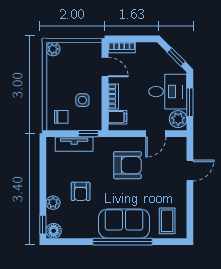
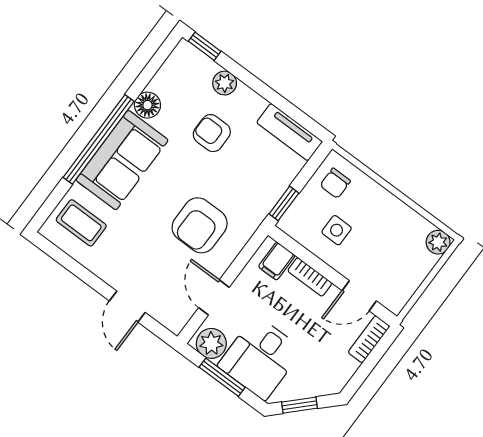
tv unit: (74, 144) -> (290, 132), moved, turned -90
floor lamp: (54, 231) -> (147, 105), moved

